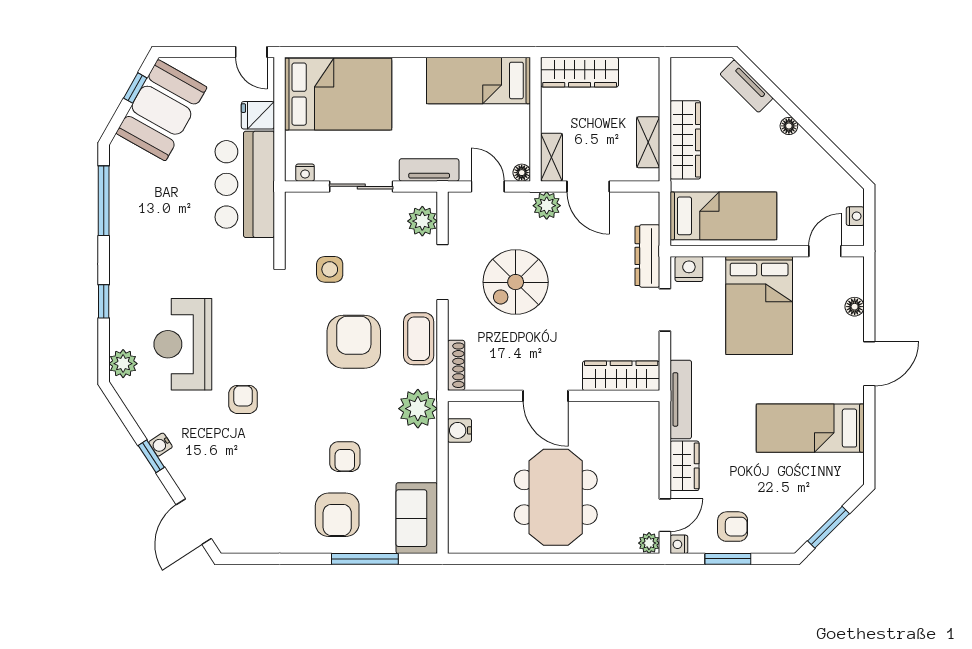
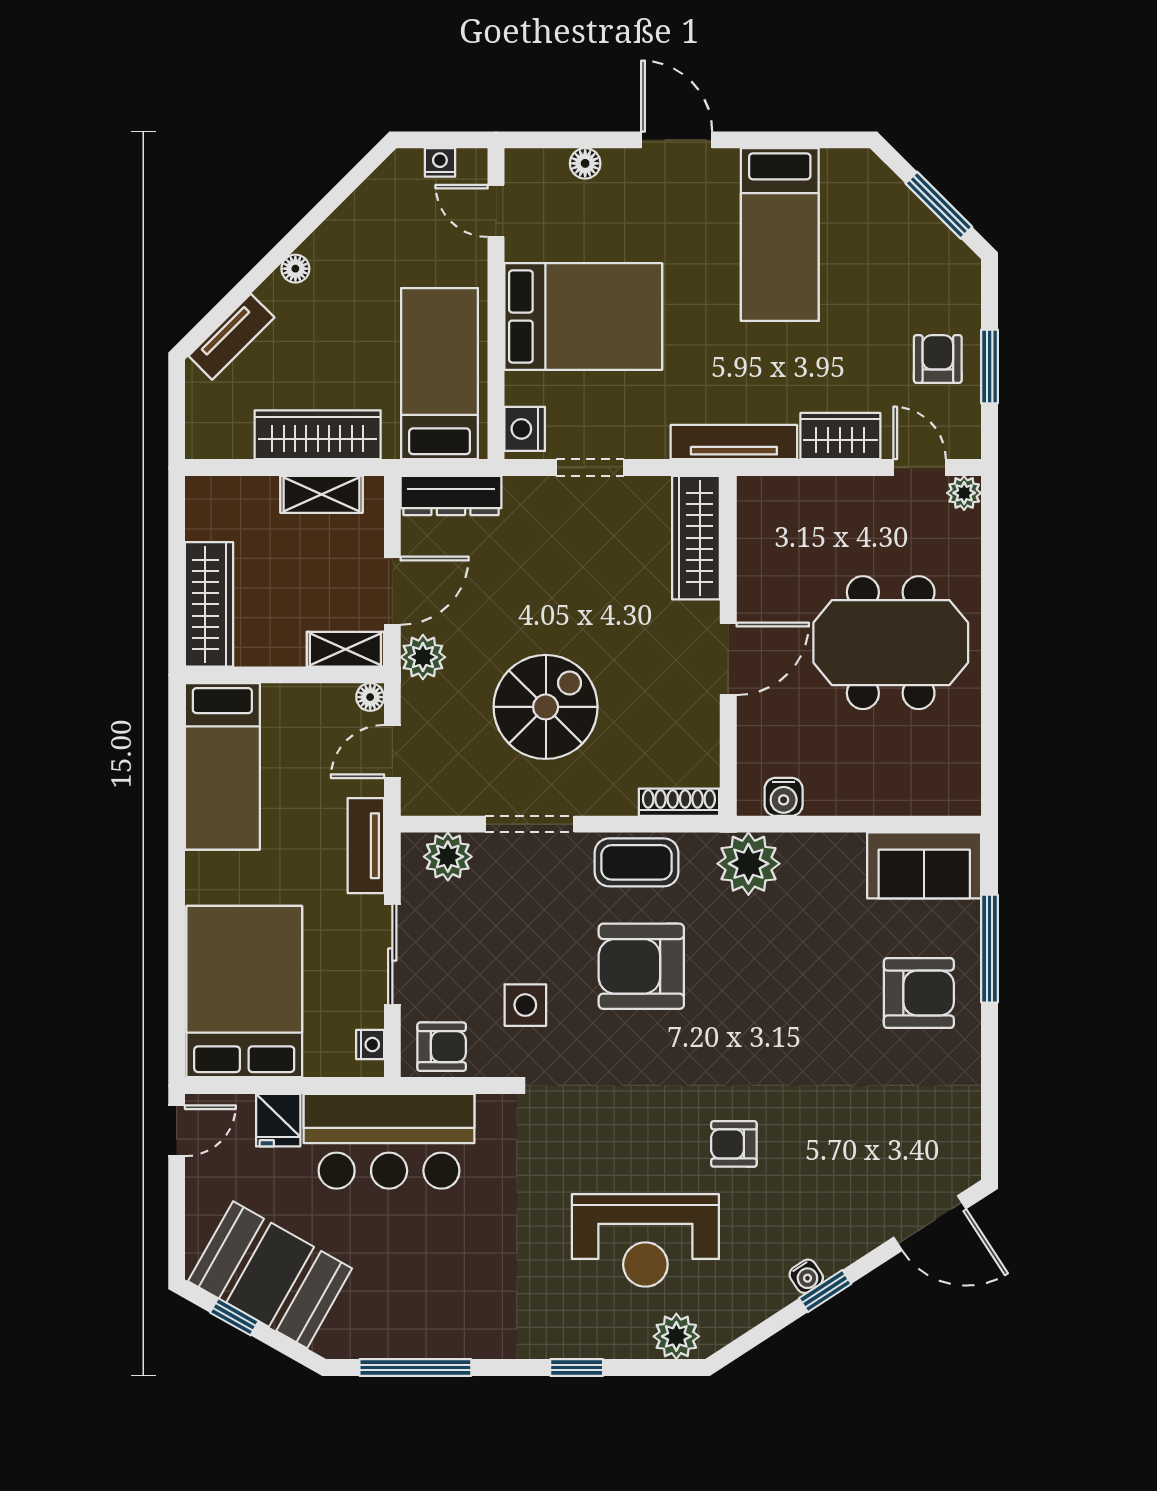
dresser: (647, 256) -> (451, 496), moved
spiral stairs: (516, 282) -> (546, 707), turned -90
armchair: (345, 457) -> (442, 1047), moved
nightstand: (679, 544) -> (966, 445), removed

